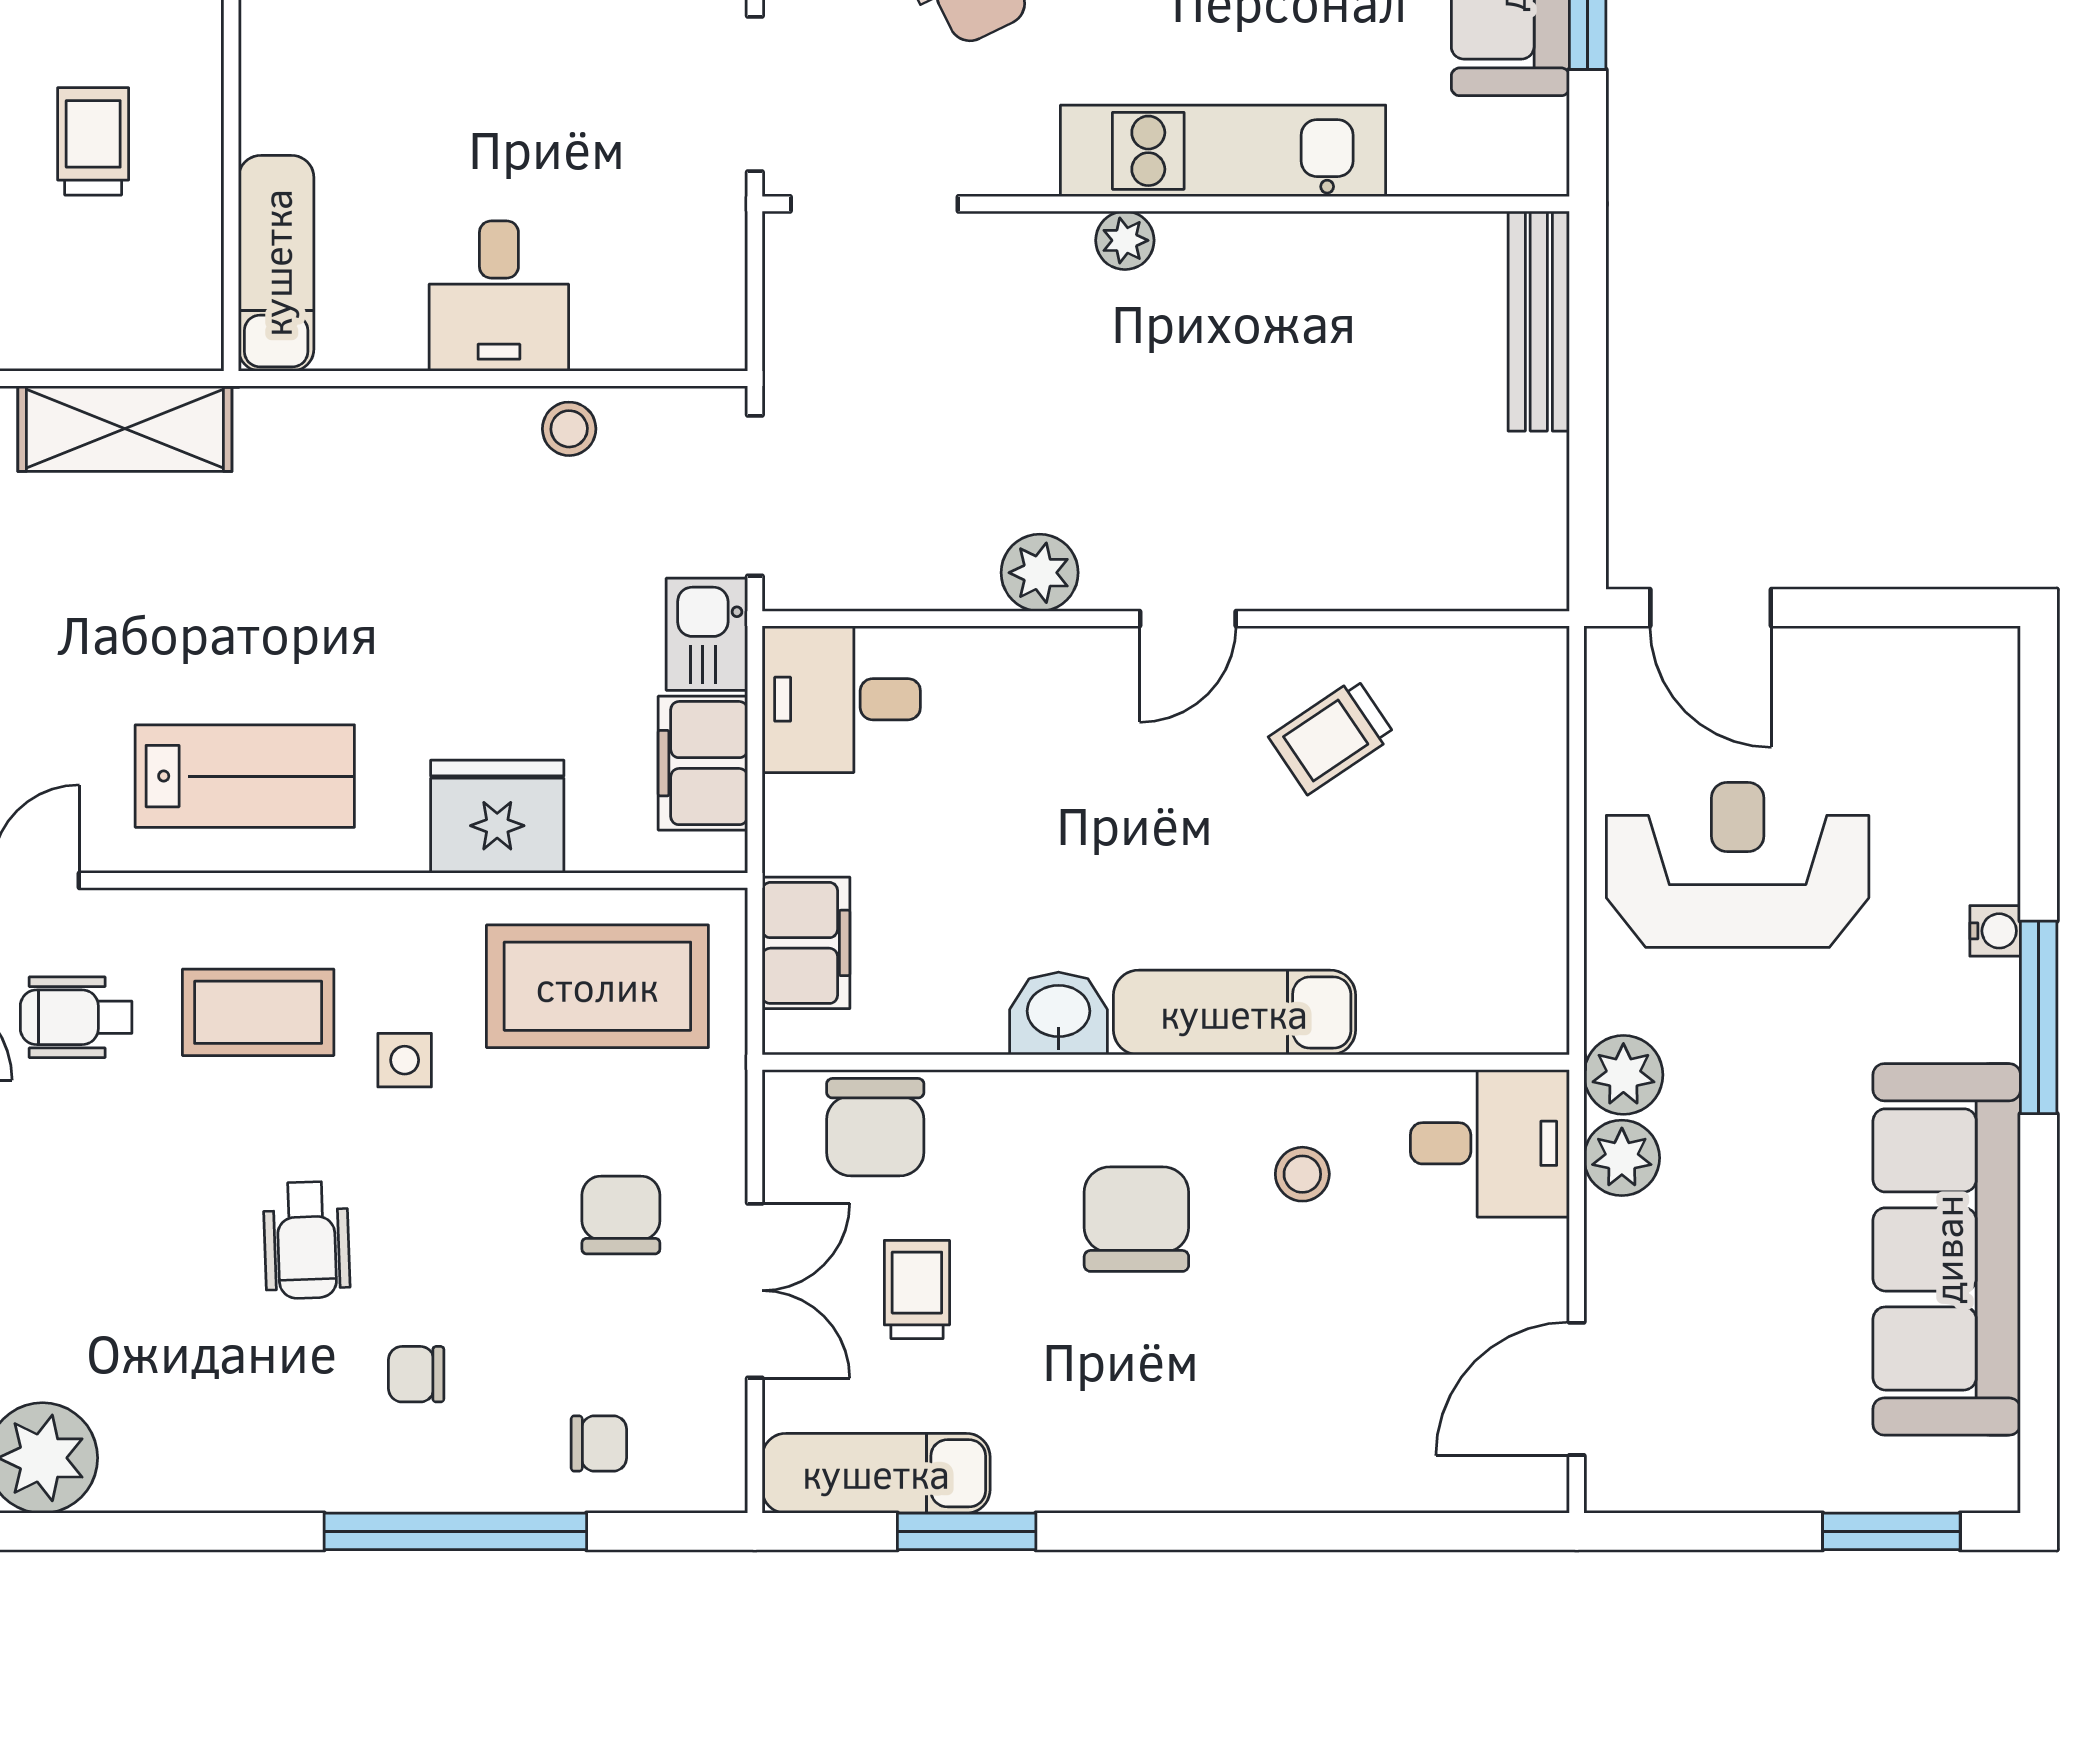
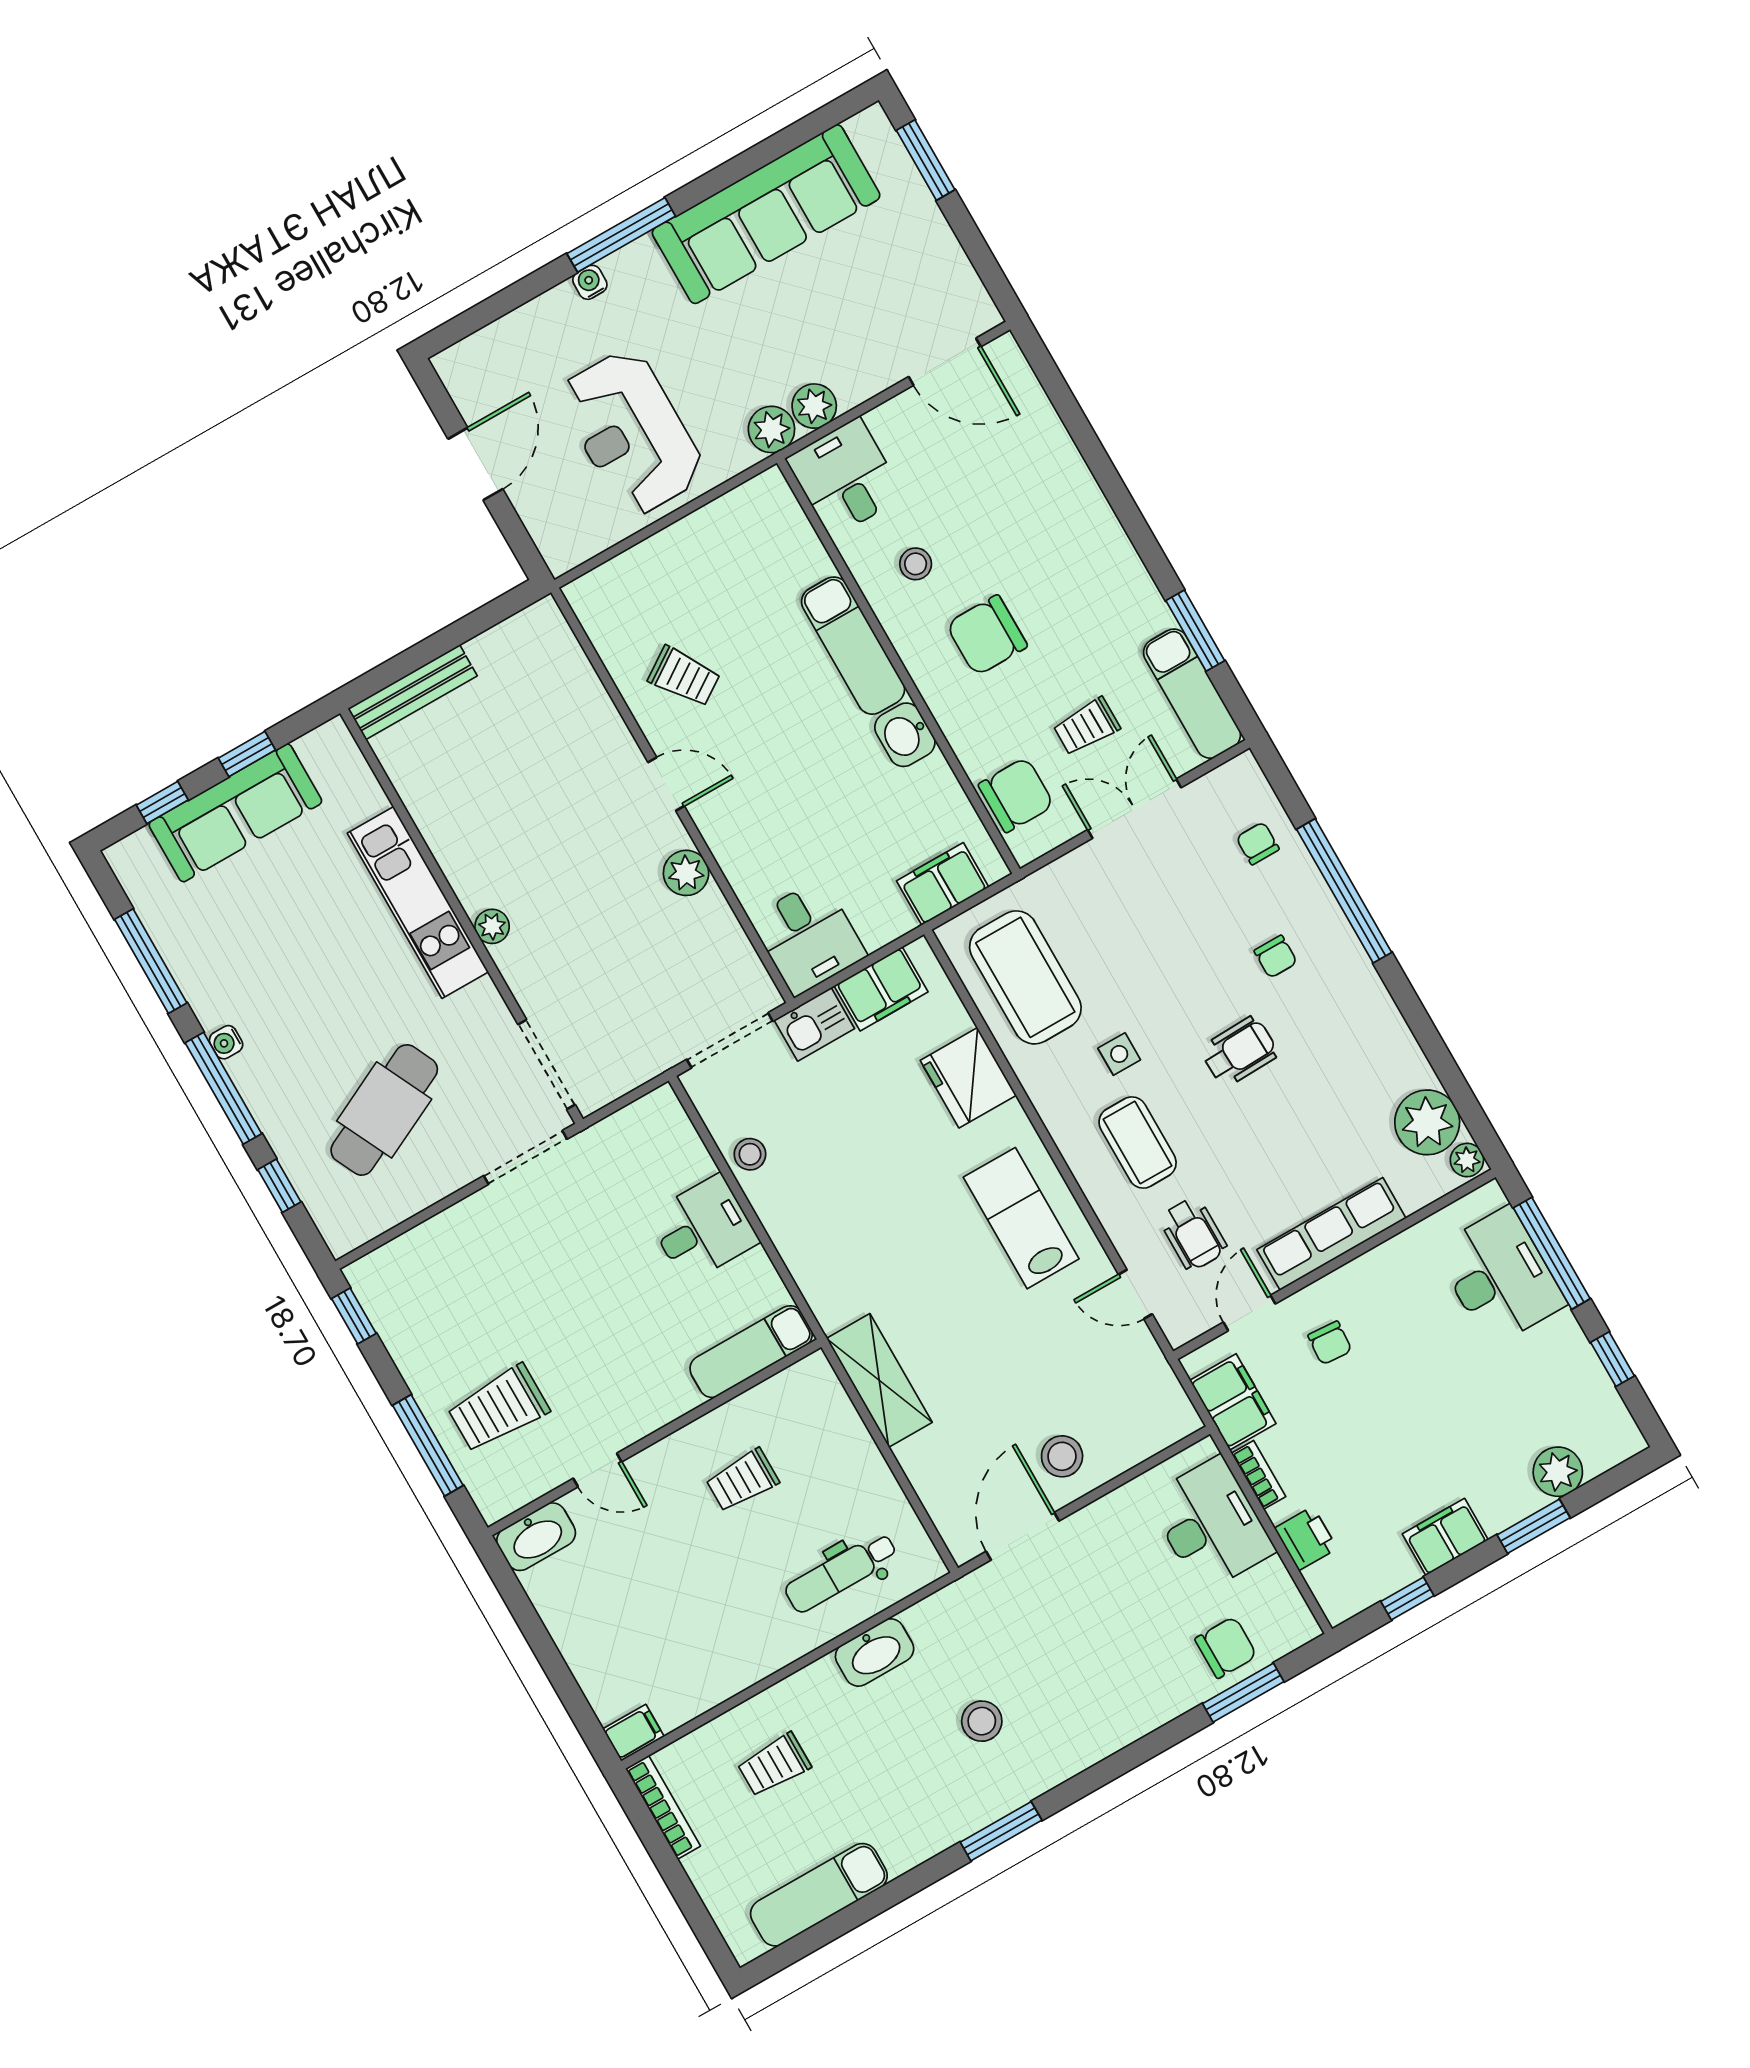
door: (1711, 608) -> (475, 464), moved
chair: (621, 1215) -> (1135, 899), removed

